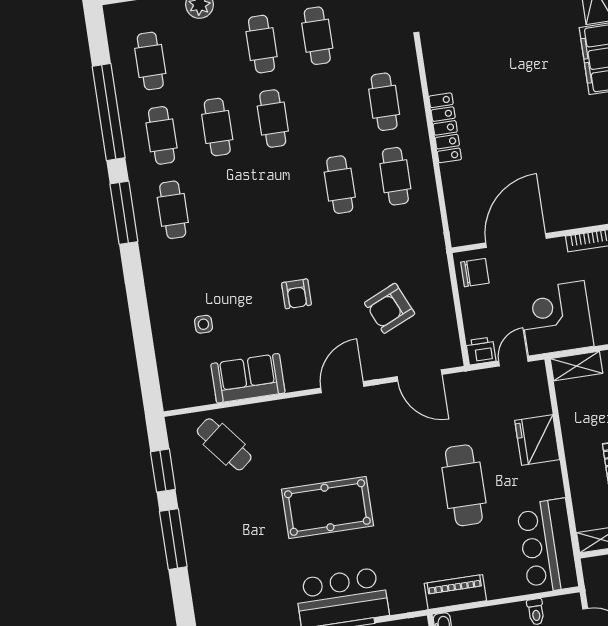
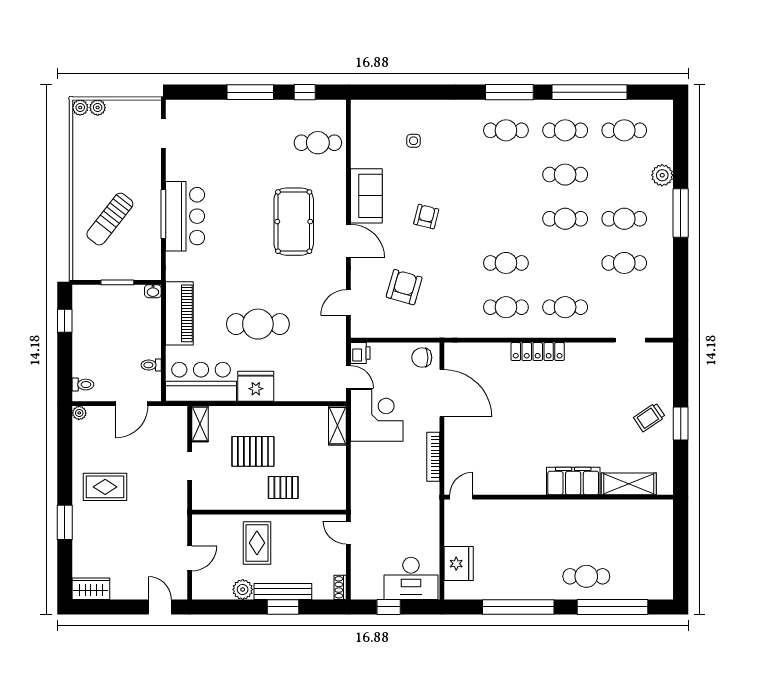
chair: (475, 273) -> (422, 358), turned 90
armchair: (296, 294) -> (426, 217), turned 104
armchair: (390, 308) -> (404, 287), turned 40
door: (420, 375) -> (348, 303), width x0.73
sofa: (248, 378) -> (366, 196), moved
fridge: (537, 440) -> (256, 386), moved
cafe table: (224, 444) -> (318, 143), turned 39
window: (163, 471) -> (305, 92), width x0.67
pool table: (327, 507) -> (294, 222), moved
piano: (455, 592) -> (179, 313), width x1.37, depth x1.33

